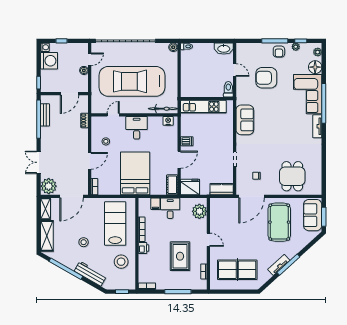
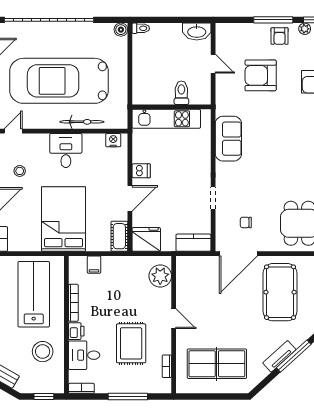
toilet: (228, 89) -> (181, 93), moved
bicycle: (163, 109) -> (82, 122), moved
door: (113, 115) -> (13, 131), moved
desk: (170, 208) -> (84, 355), moved, turned -90

